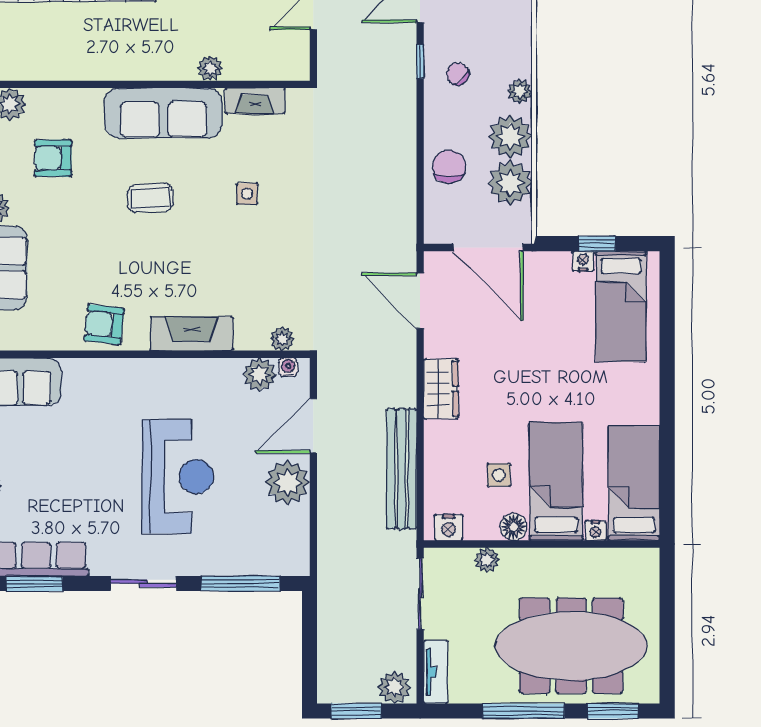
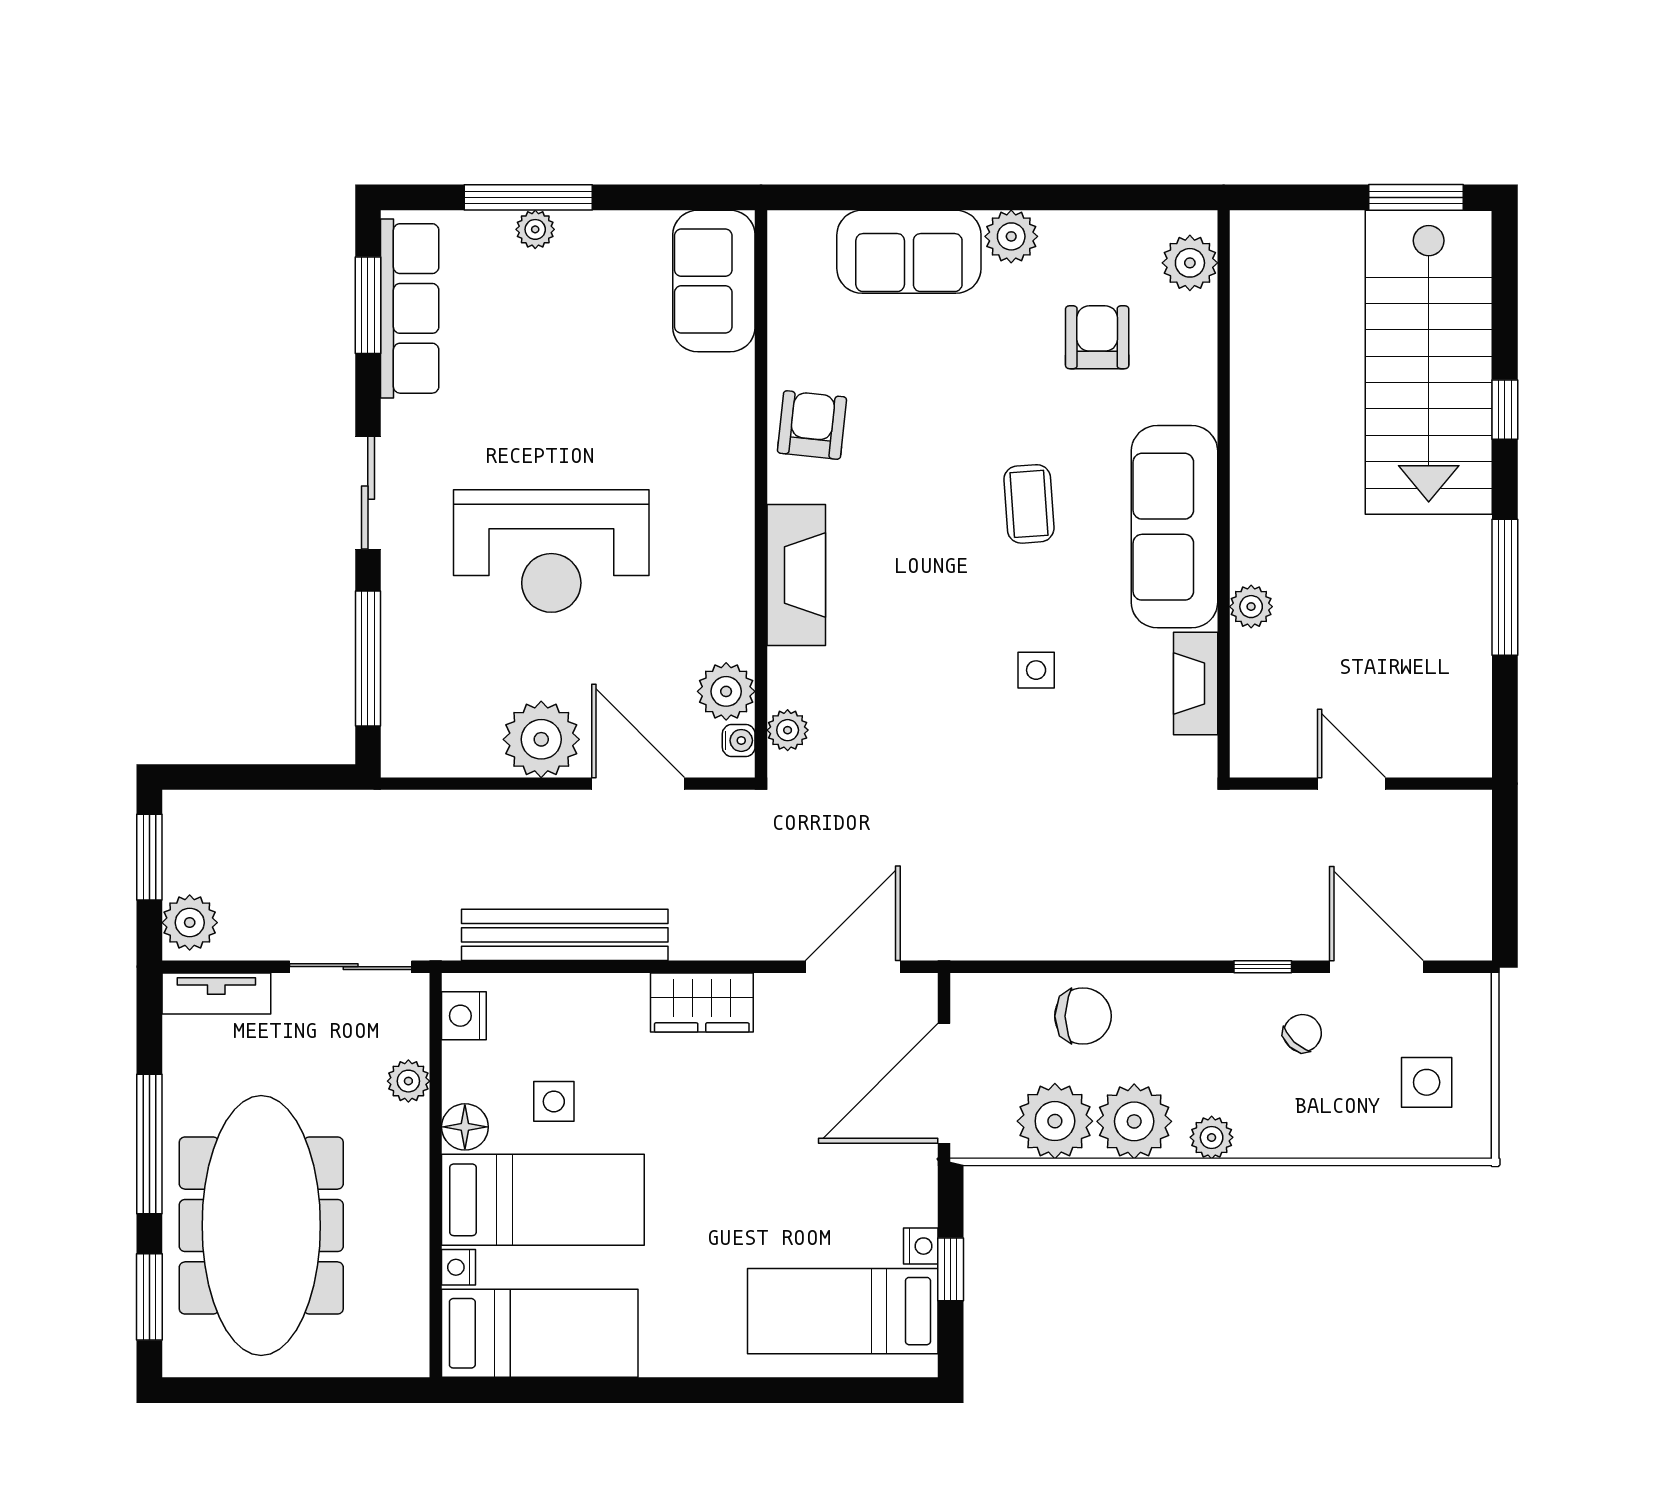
chair: (458, 74) -> (1302, 1033), moved

